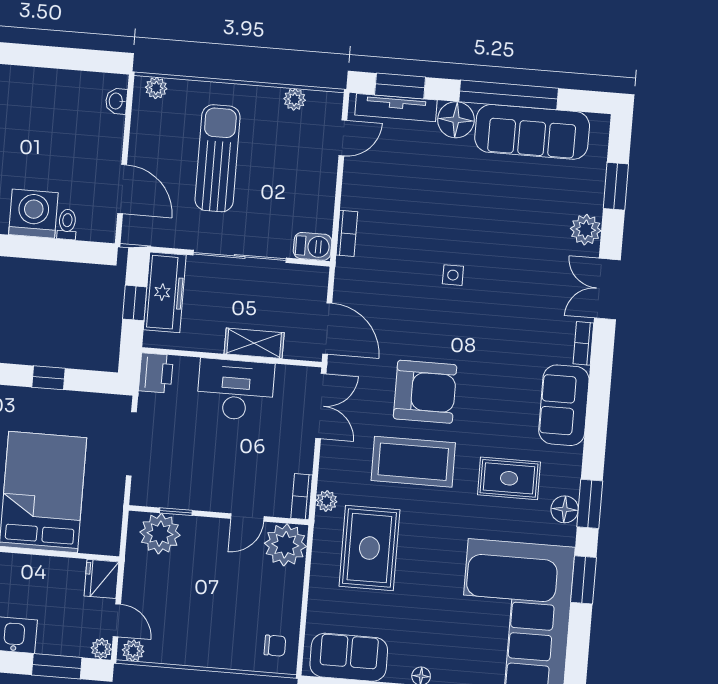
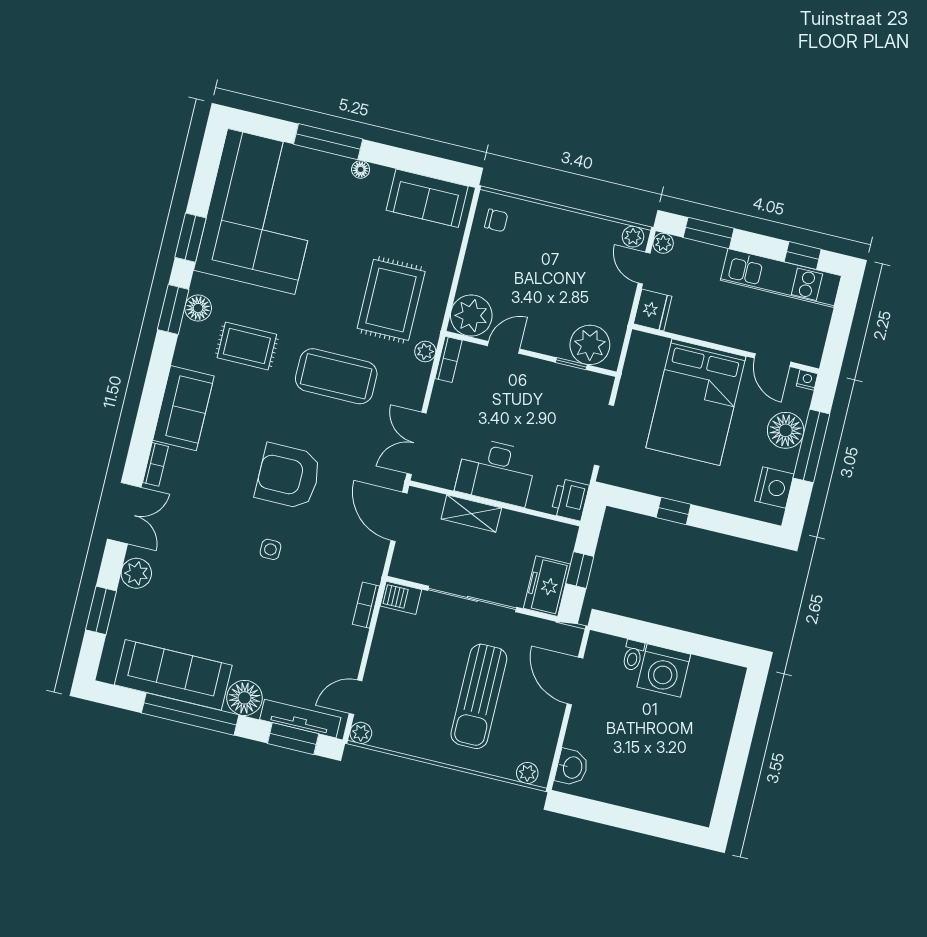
plant: (295, 99) -> (361, 733), moved
washbasin: (116, 101) -> (572, 767), width x1.38, depth x1.45
freezer: (165, 292) -> (547, 586), width x0.71
armchair: (425, 392) -> (288, 476), moved
chair: (275, 646) -> (496, 220), turned 180

